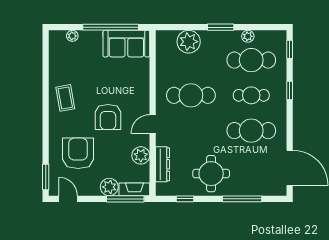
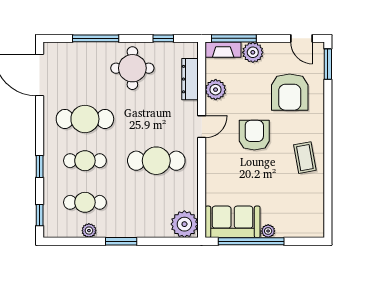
plant: (72, 36) -> (268, 231), moved
plant: (189, 42) -> (184, 224), moved
cafe table: (251, 60) -> (85, 202), width x0.73, depth x0.74

